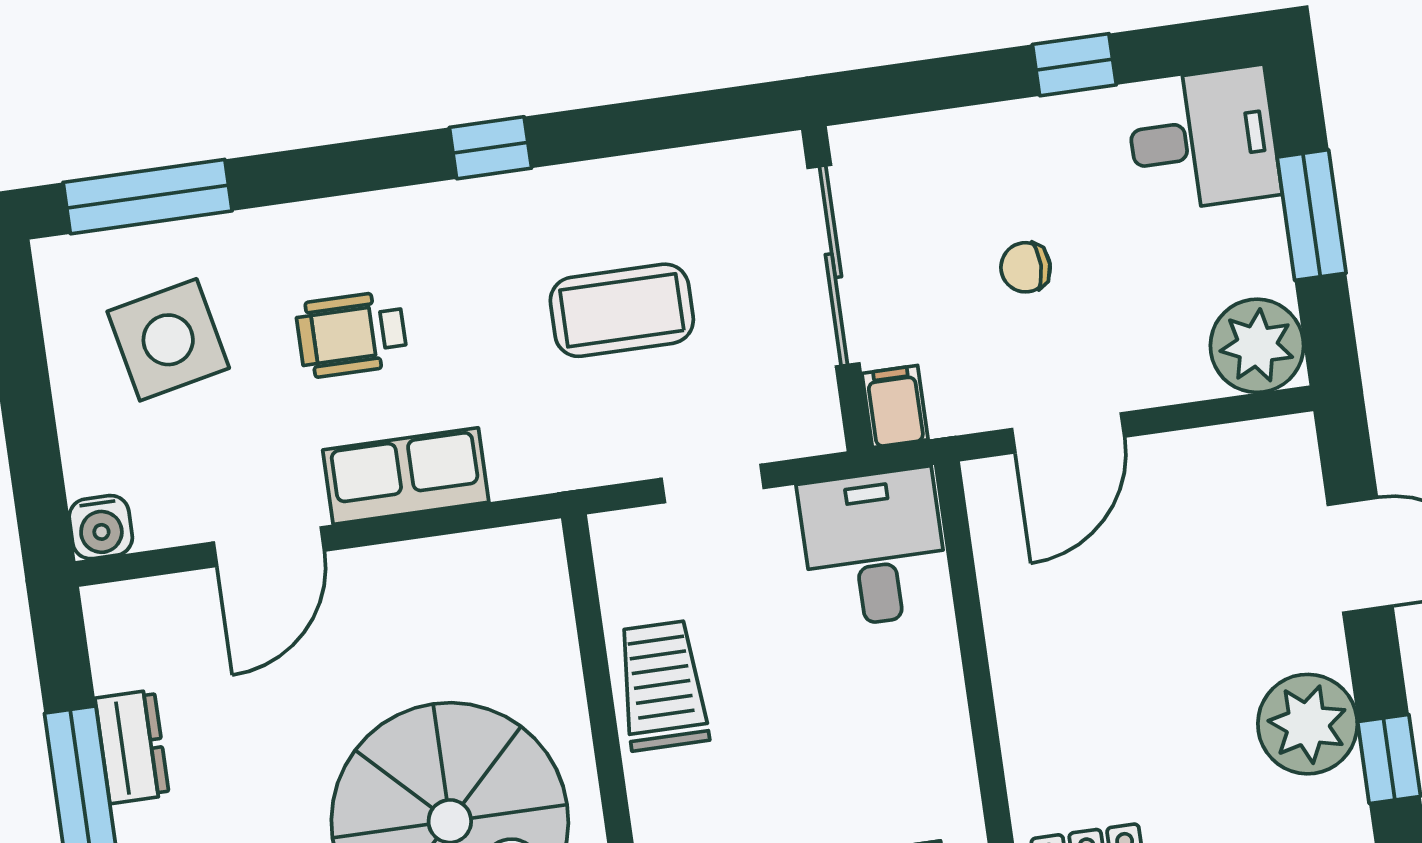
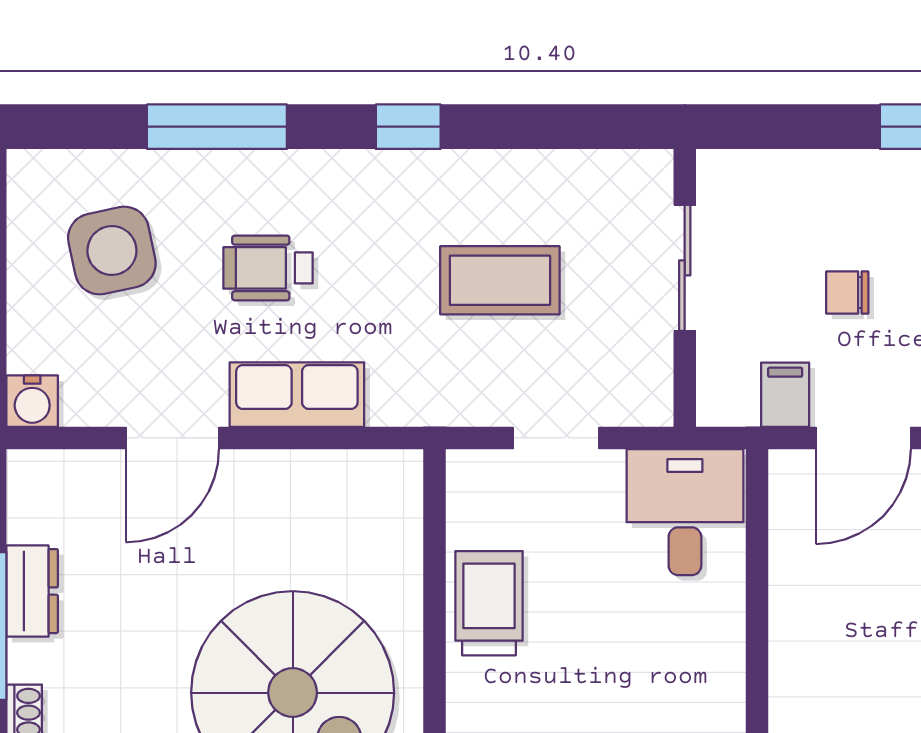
window: (148, 197) -> (217, 127), moved
sliding door: (833, 266) -> (685, 268), width x0.73
filing cabinet: (895, 406) -> (785, 395), moved

